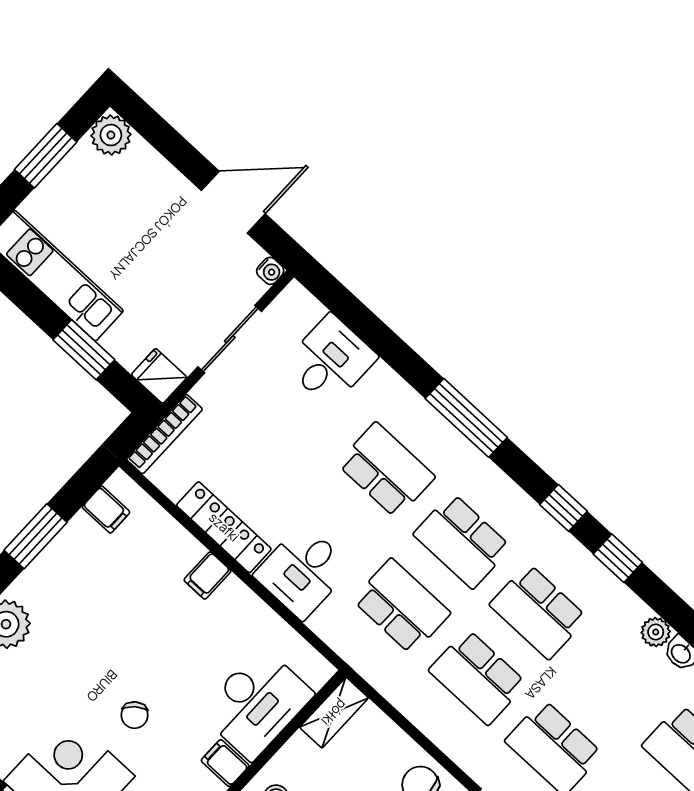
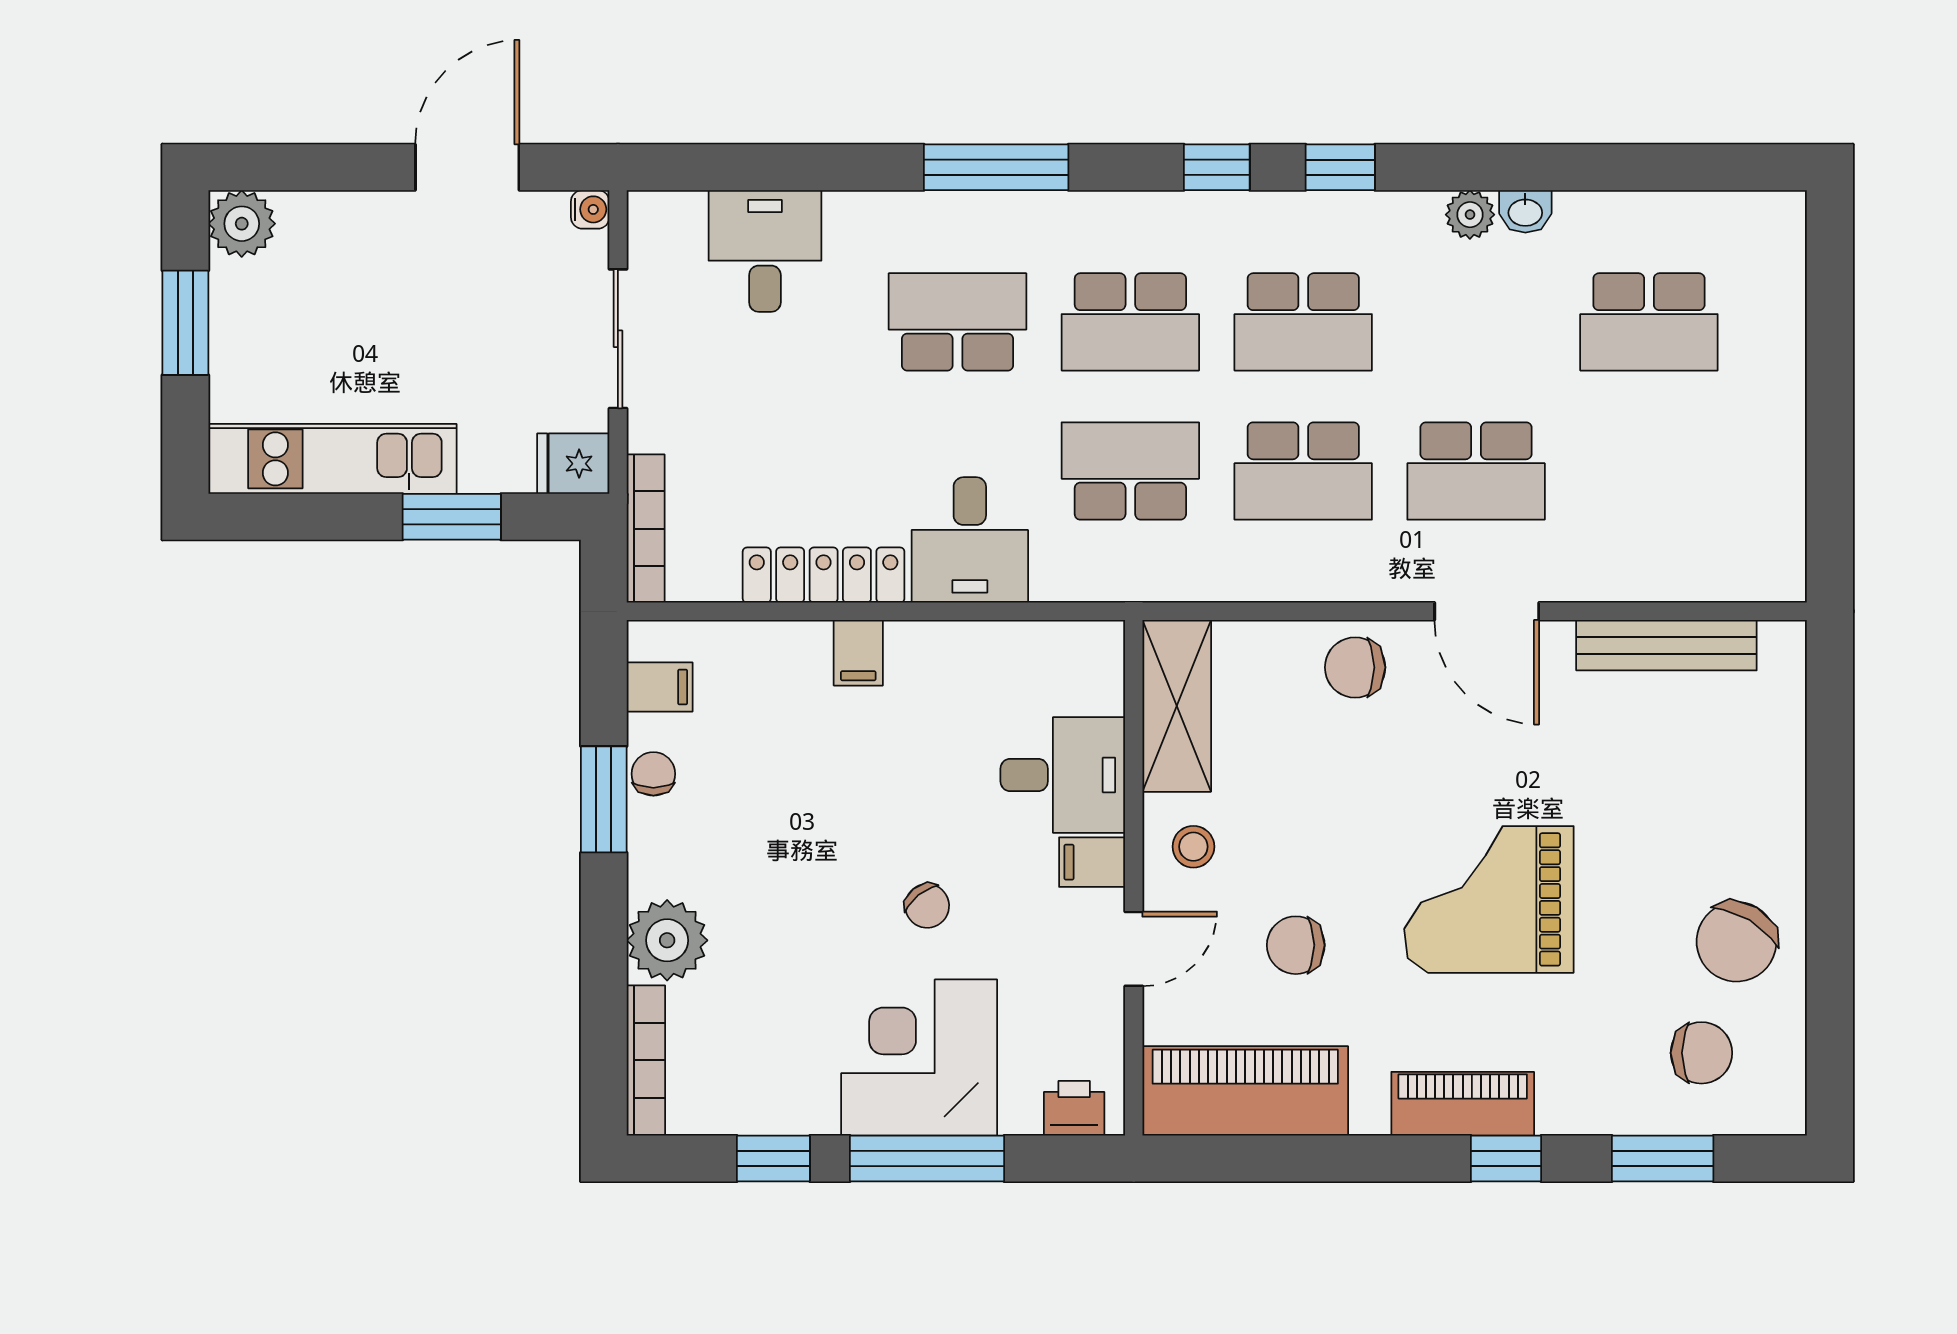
chair: (68, 545) -> (653, 774), added
desk: (256, 703) -> (1063, 775), width x0.73
shelving: (334, 713) -> (1177, 706), width x1.50, depth x1.33

